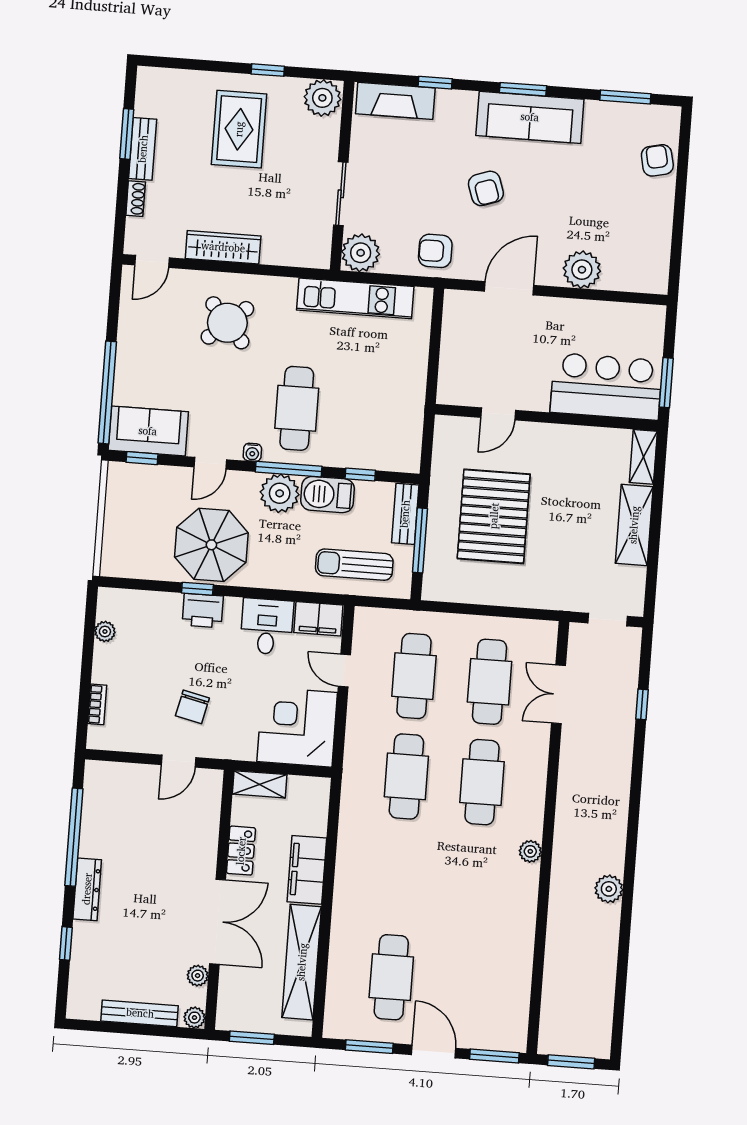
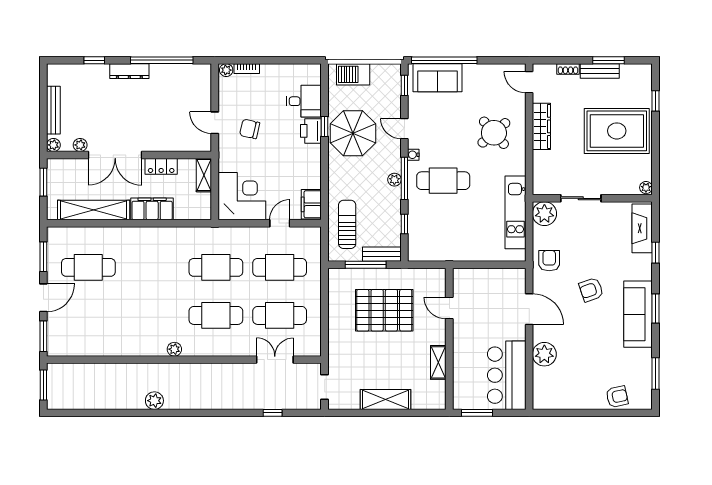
window: (268, 70) -> (656, 101), moved
plant: (322, 98) -> (646, 188), width x0.53, depth x0.53
rug: (239, 129) -> (617, 131), width x1.37, depth x1.44
bar counter: (606, 387) -> (507, 375), moved, turned 180
sofa: (148, 431) -> (437, 78), moved, turned 90
shelving: (643, 457) -> (438, 362), moved, turned 90
plant: (280, 493) -> (394, 180), width x0.53, depth x0.53
barbecue: (327, 495) -> (353, 74), moved, turned -90
desk: (267, 626) -> (304, 101), moved
plant: (105, 631) -> (226, 70), moved

